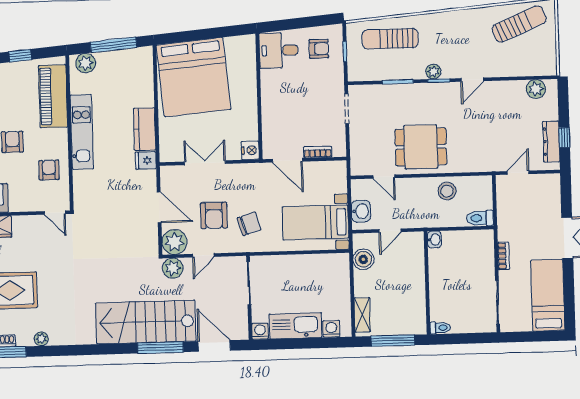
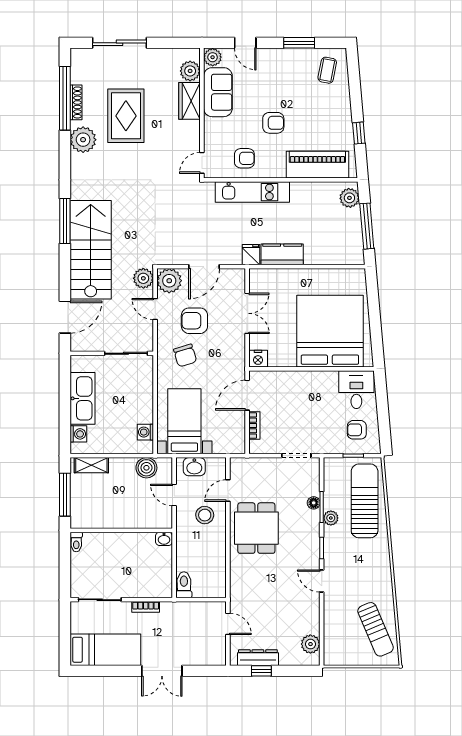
sun lounger: (390, 39) -> (365, 501), width x1.36, depth x1.34
armchair: (319, 49) -> (357, 430), turned 90
plant: (433, 72) -> (331, 518), moved
bed: (194, 77) -> (330, 331), moved, turned 95
floor lamp: (394, 90) -> (314, 503), added
kitchen unit: (82, 132) -> (252, 192), moved
stool: (447, 191) -> (205, 515), moved
washing machine: (260, 331) -> (145, 432), moved, turned 180
plant: (41, 339) -> (83, 140), width x1.87, depth x1.87
window: (160, 348) -> (65, 221), moved

